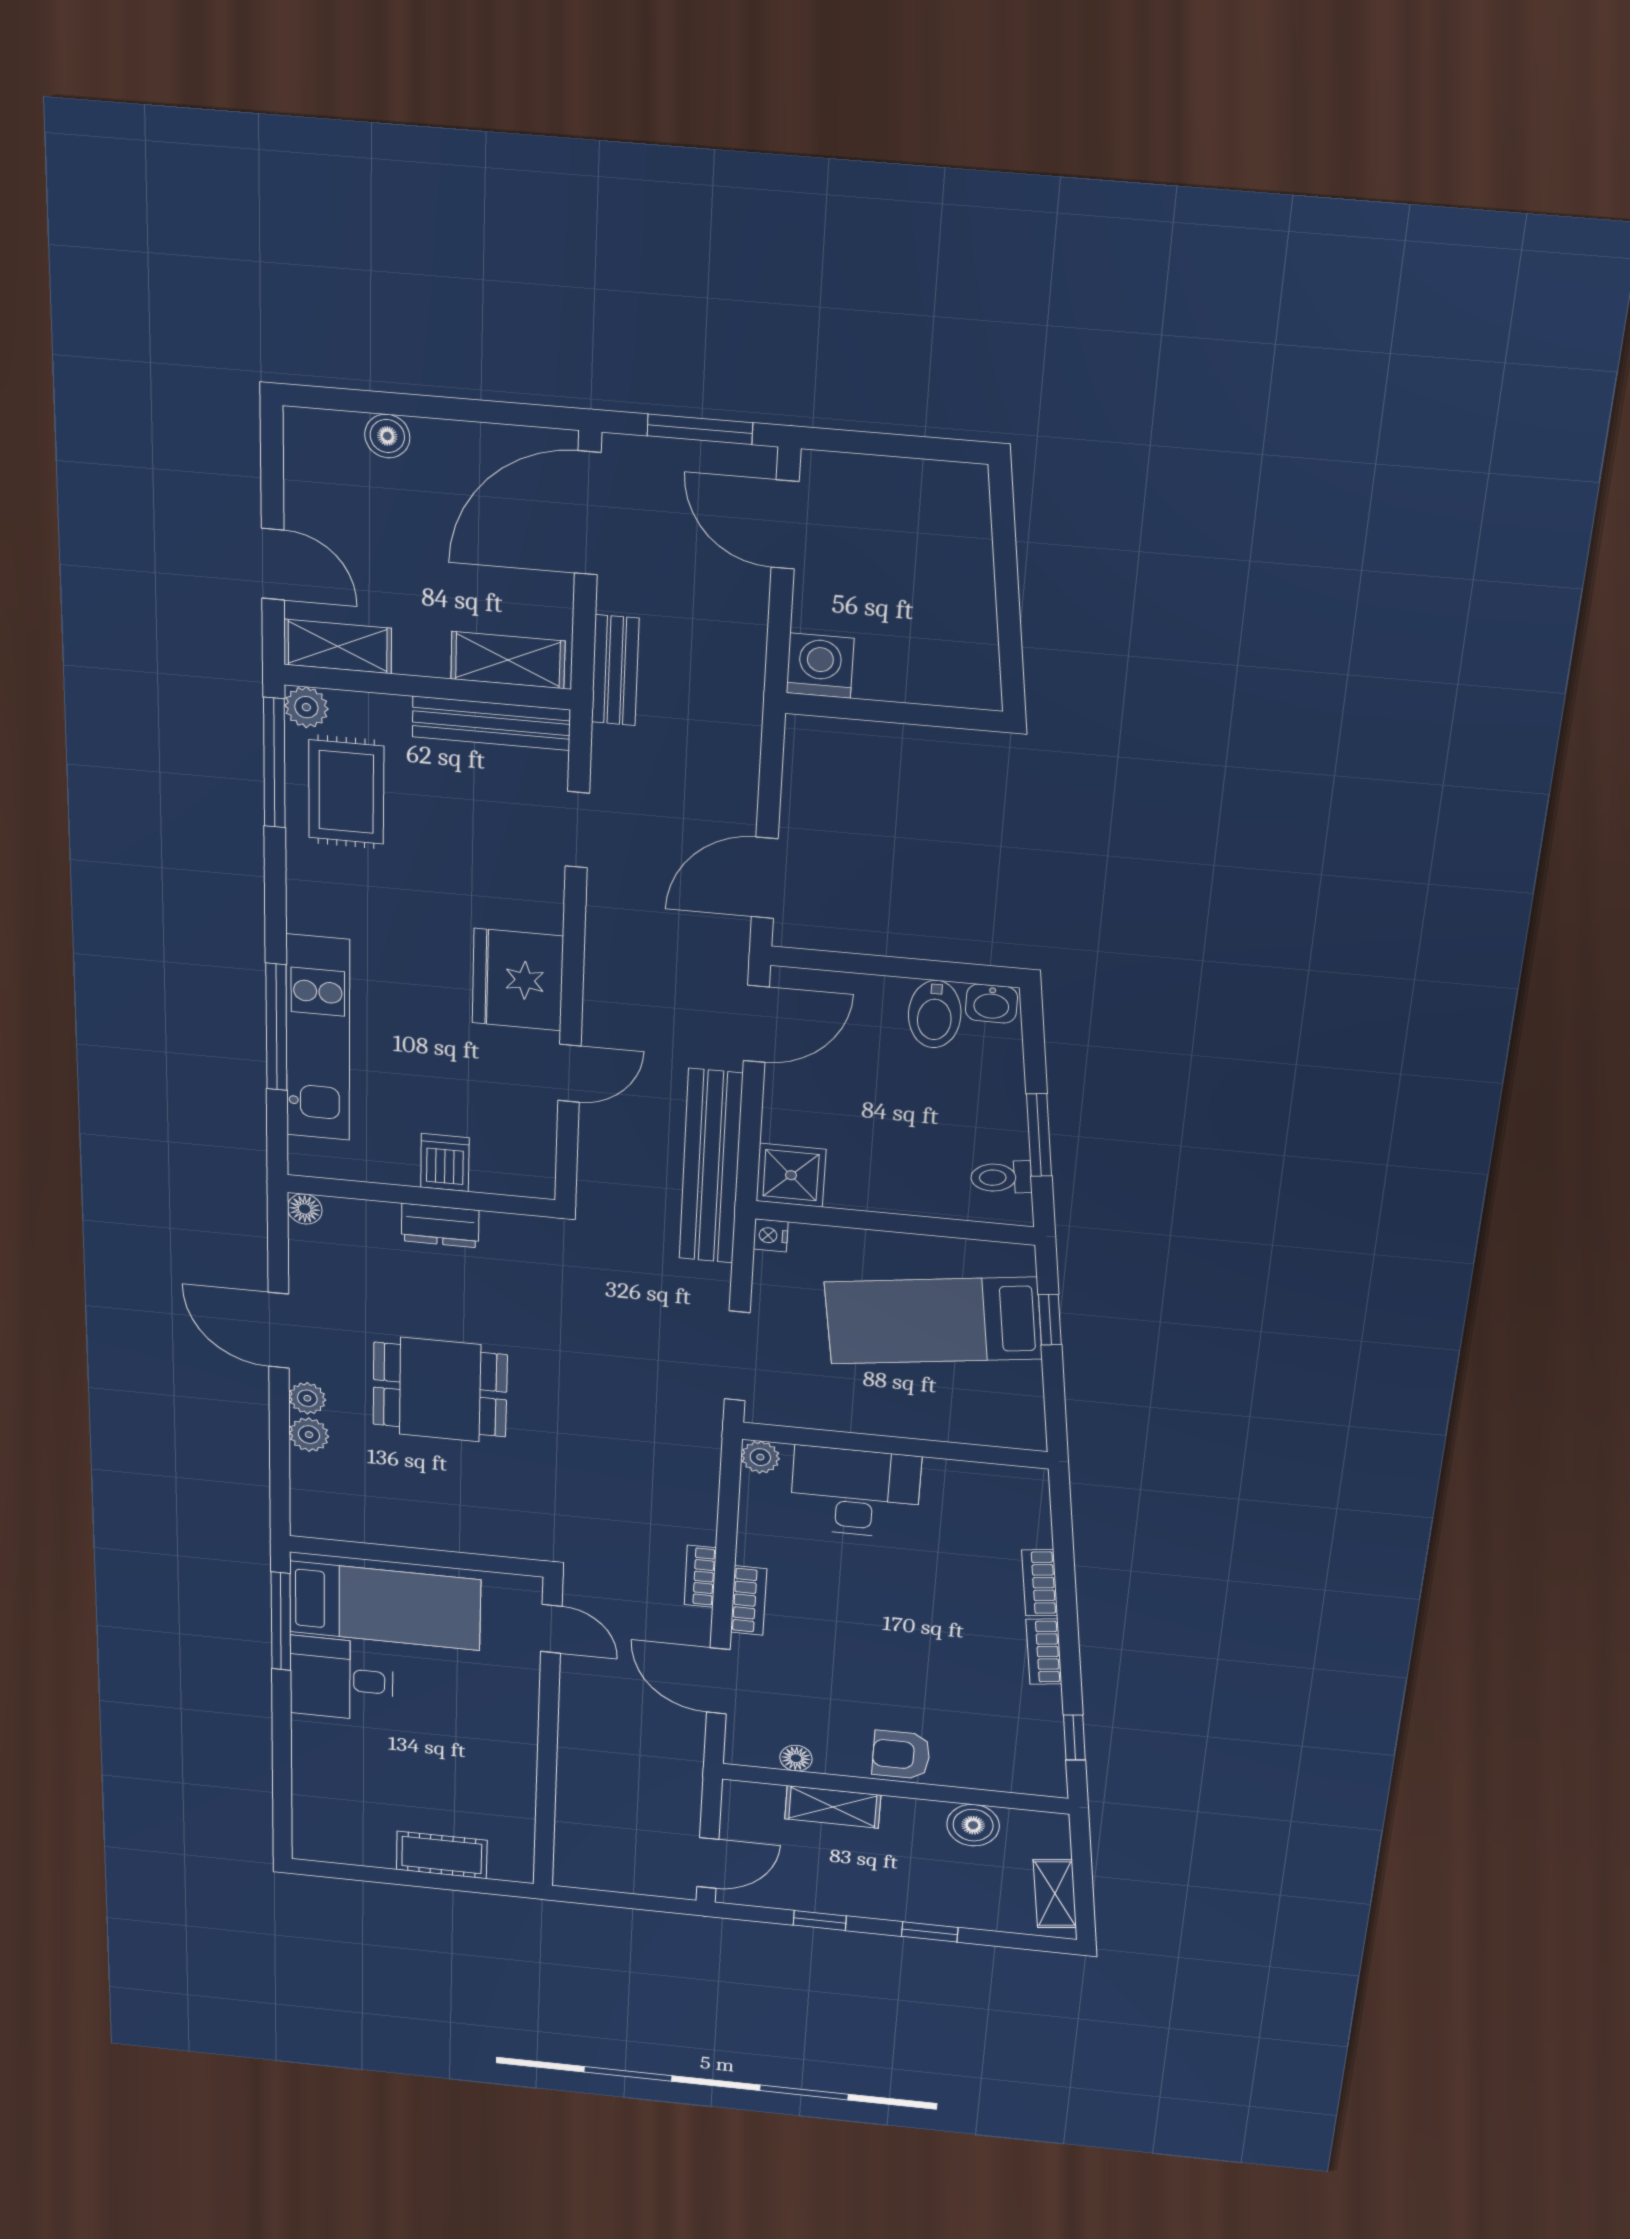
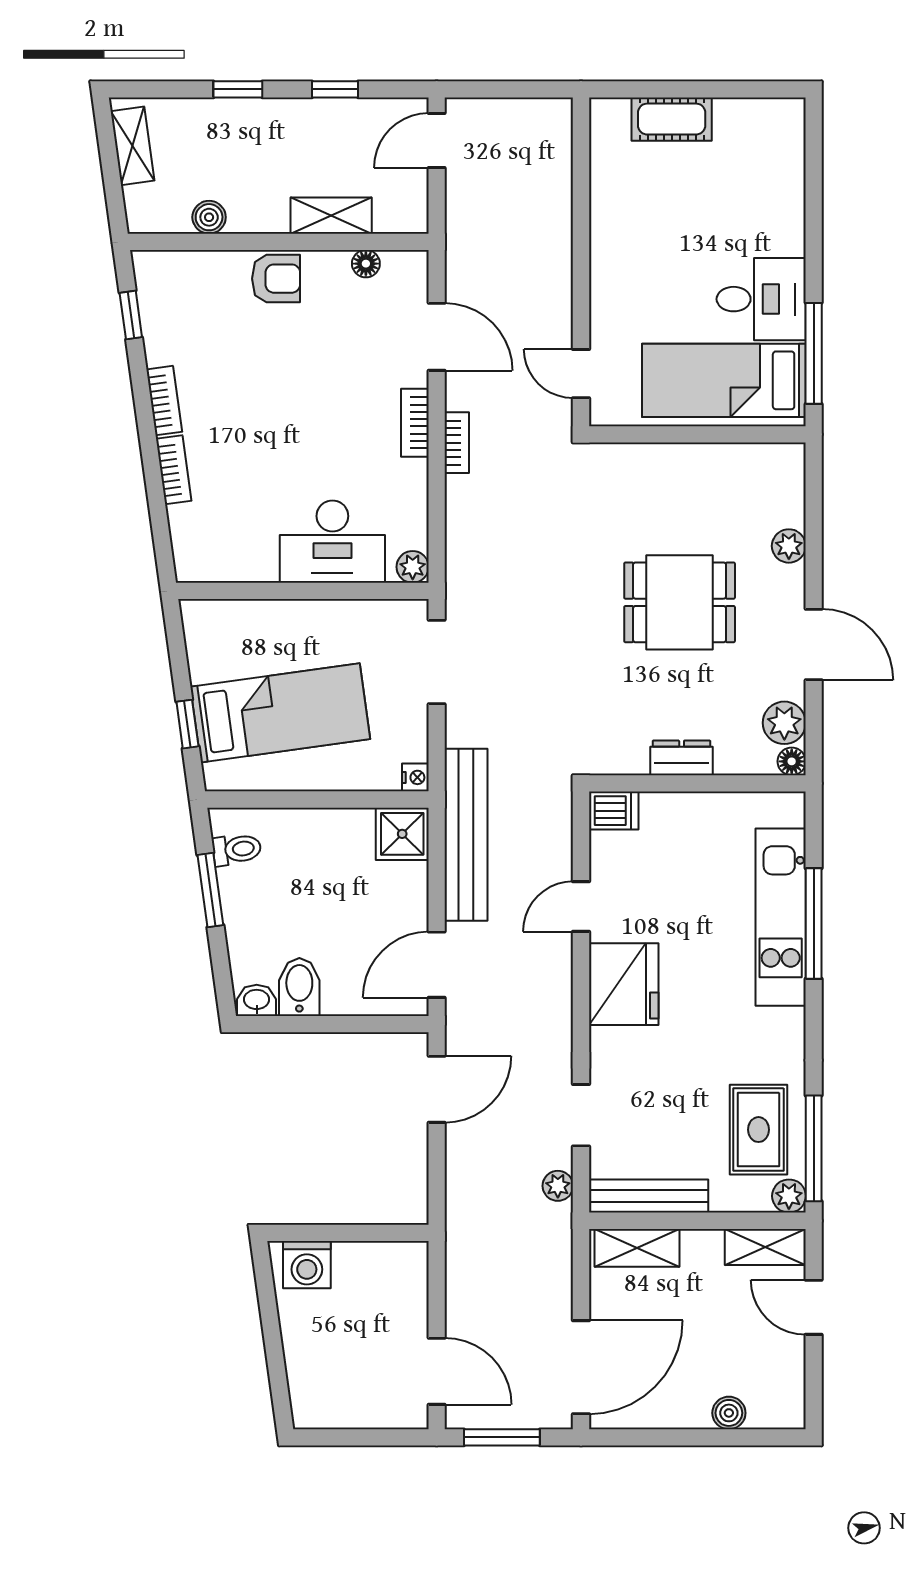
washing machine: (820, 666) -> (307, 1265), moved
bench: (615, 670) -> (557, 1247), removed
plant: (611, 746) -> (558, 1186), added
dishwasher: (445, 1163) -> (614, 811), moved, turned -90
plant: (307, 1398) -> (784, 723), moved, width x1.38, depth x1.38
boiler: (973, 1825) -> (209, 217), width x0.73, depth x0.73

